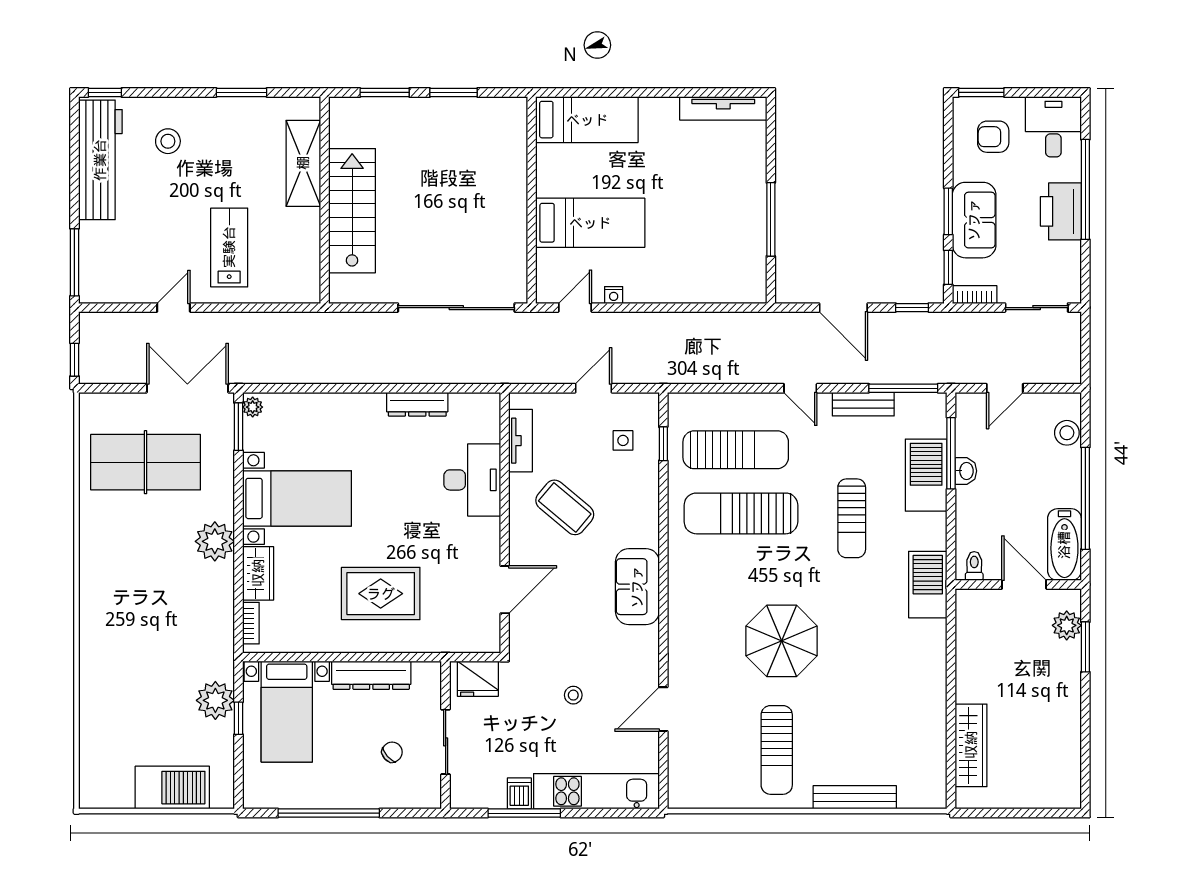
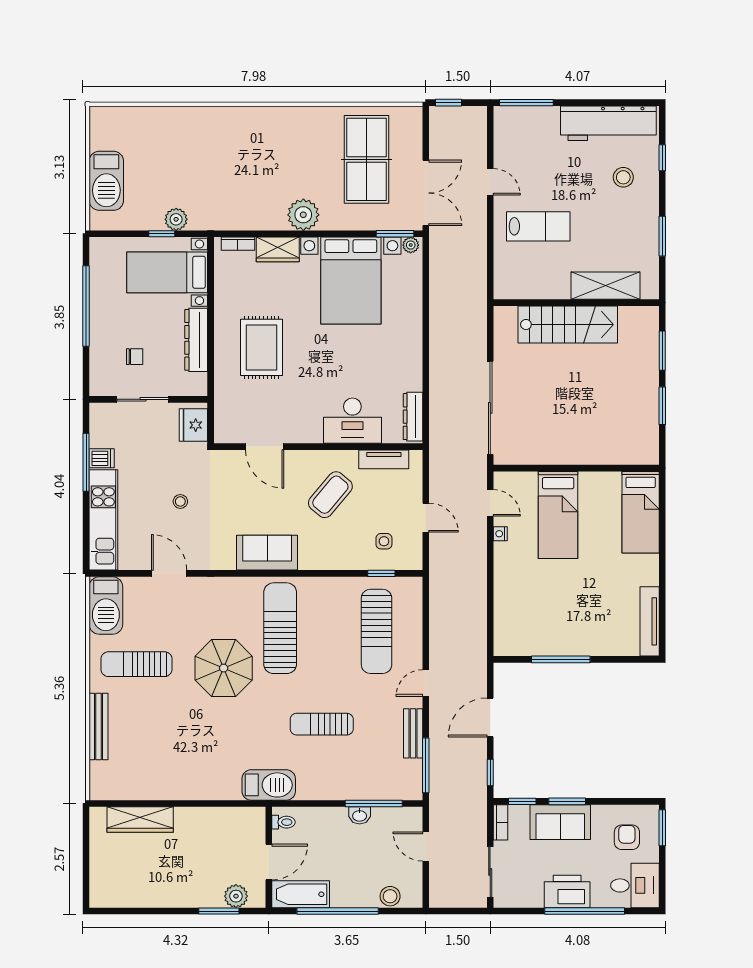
window: (105, 92) -> (662, 158), moved
dresser: (417, 404) -> (413, 417), moved
barbecue: (926, 475) -> (106, 606), moved, turned 90
bed with nightstands: (297, 498) -> (351, 280), width x1.36
sun lounger: (741, 513) -> (280, 628), moved
plant: (215, 700) -> (176, 219), width x0.73, depth x0.73
chair: (392, 752) -> (135, 357), turned -49

